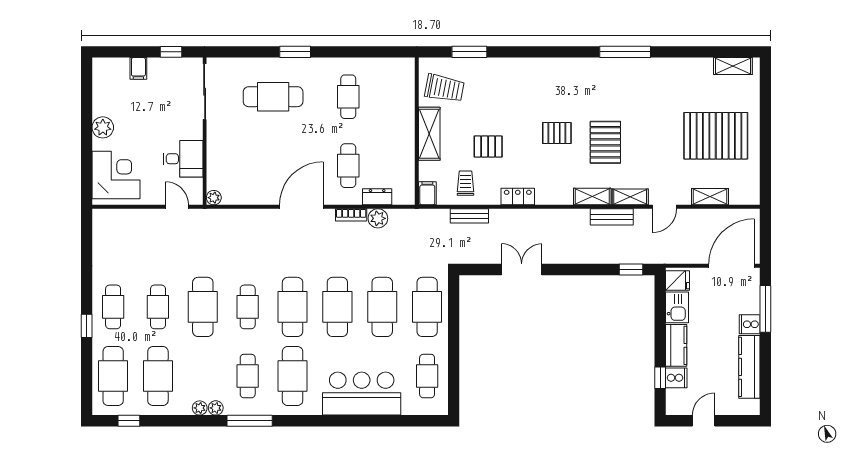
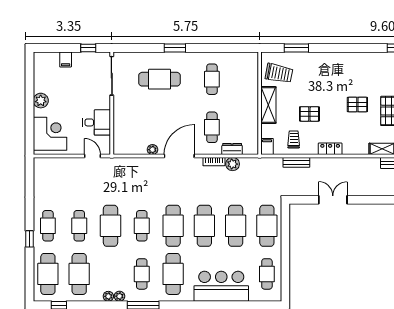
plant: (214, 198) -> (152, 150), moved

